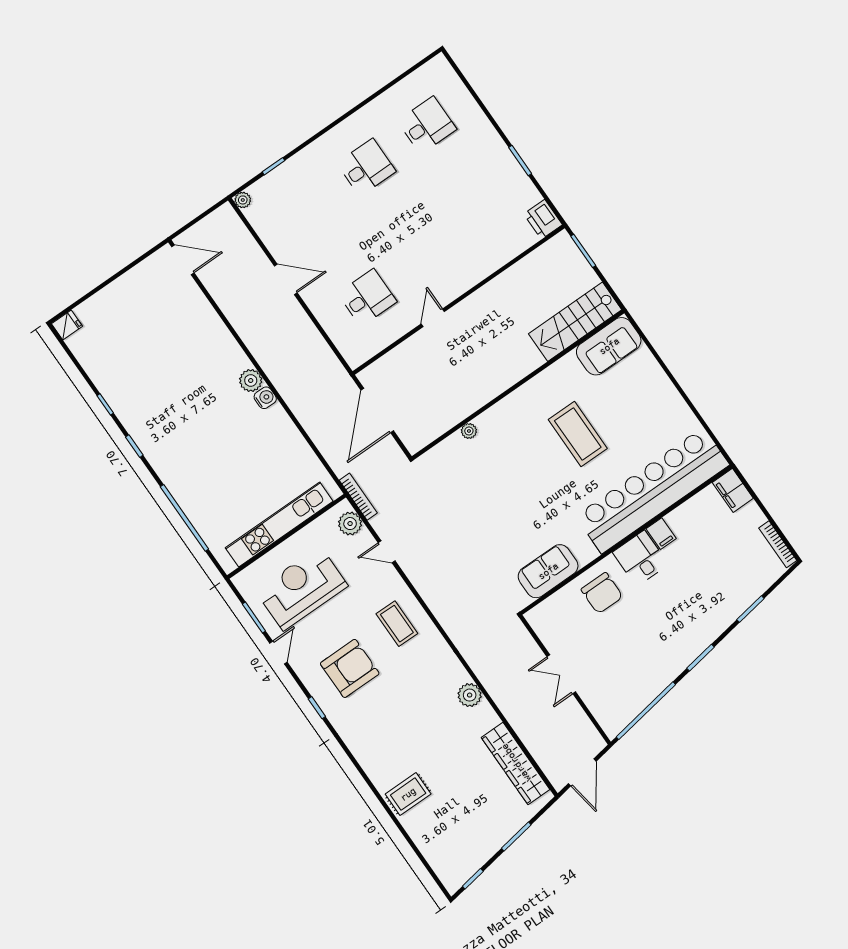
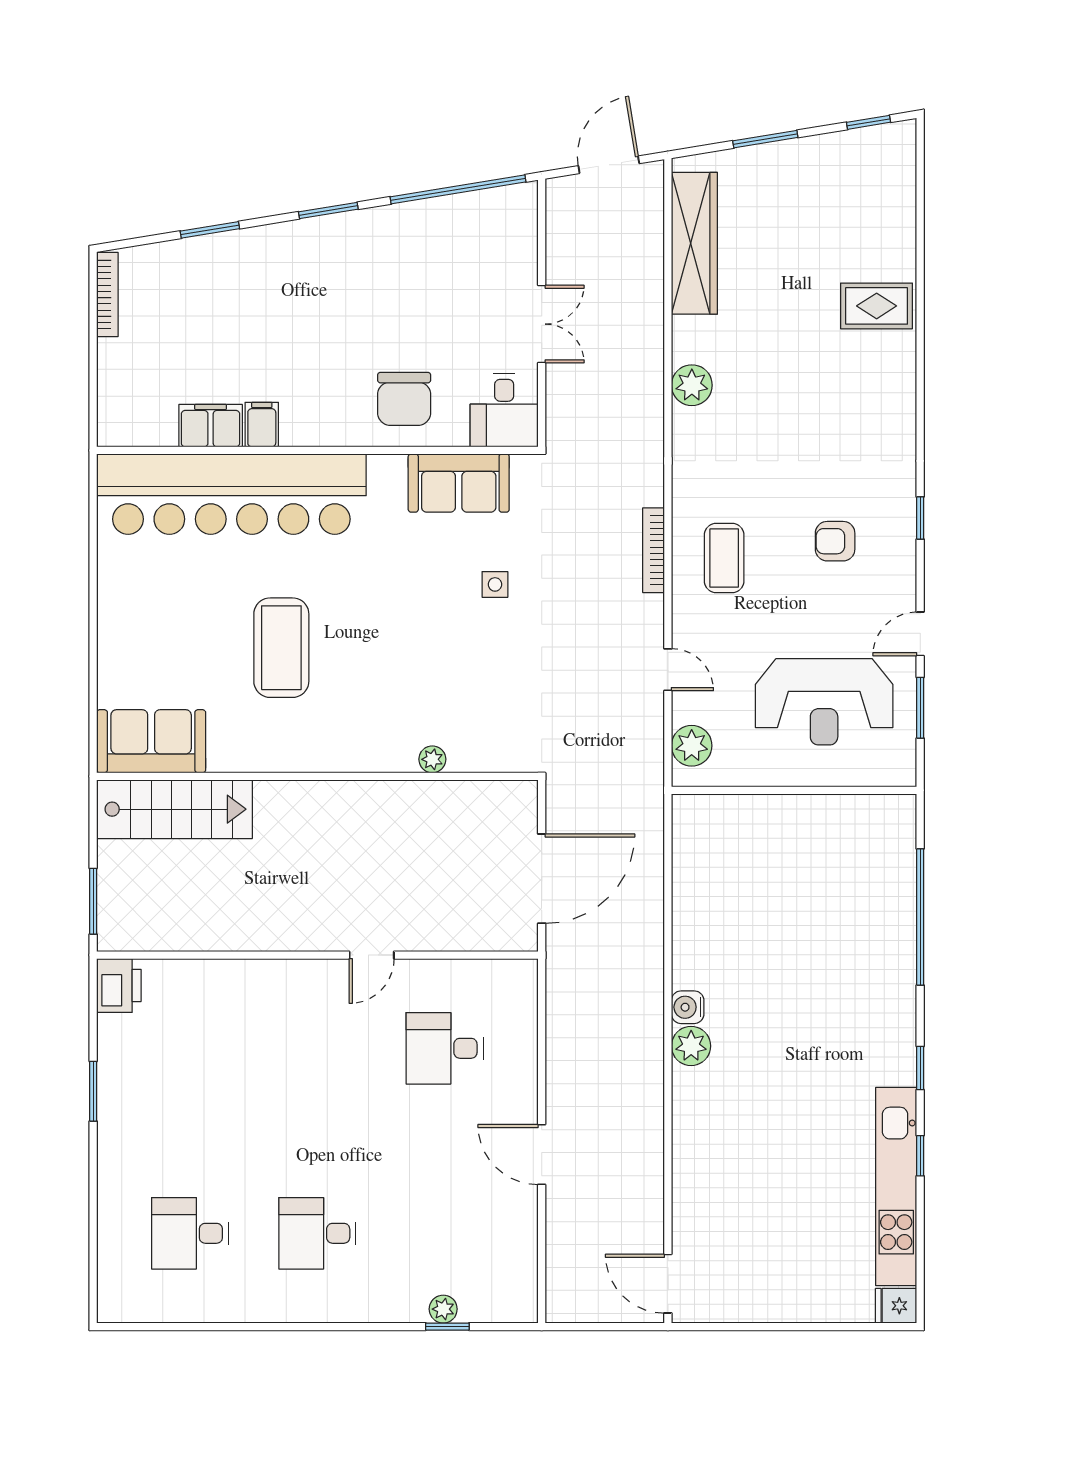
plant: (243, 200) -> (443, 1309), moved
filing cabinet: (733, 490) -> (211, 426), moved, turned -90
bookcase: (358, 497) -> (654, 550), moved
kitchen unit: (279, 524) -> (896, 1186), moved, turned 90
side table: (497, 535) -> (495, 584), added
desk: (640, 558) -> (504, 410), moved
chair: (602, 593) -> (404, 399), turned 180
armchair: (350, 668) -> (835, 541), width x0.53, depth x0.53

